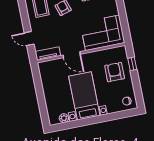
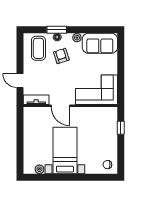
armchair: (115, 72) -> (101, 132), removed

